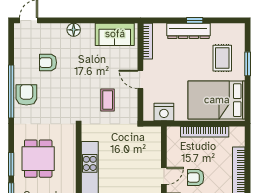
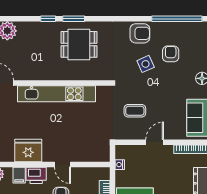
side table: (59, 89) -> (146, 64), added
window: (11, 92) -> (177, 19), moved
nightstand: (164, 112) -> (120, 165), width x0.53, depth x0.56

